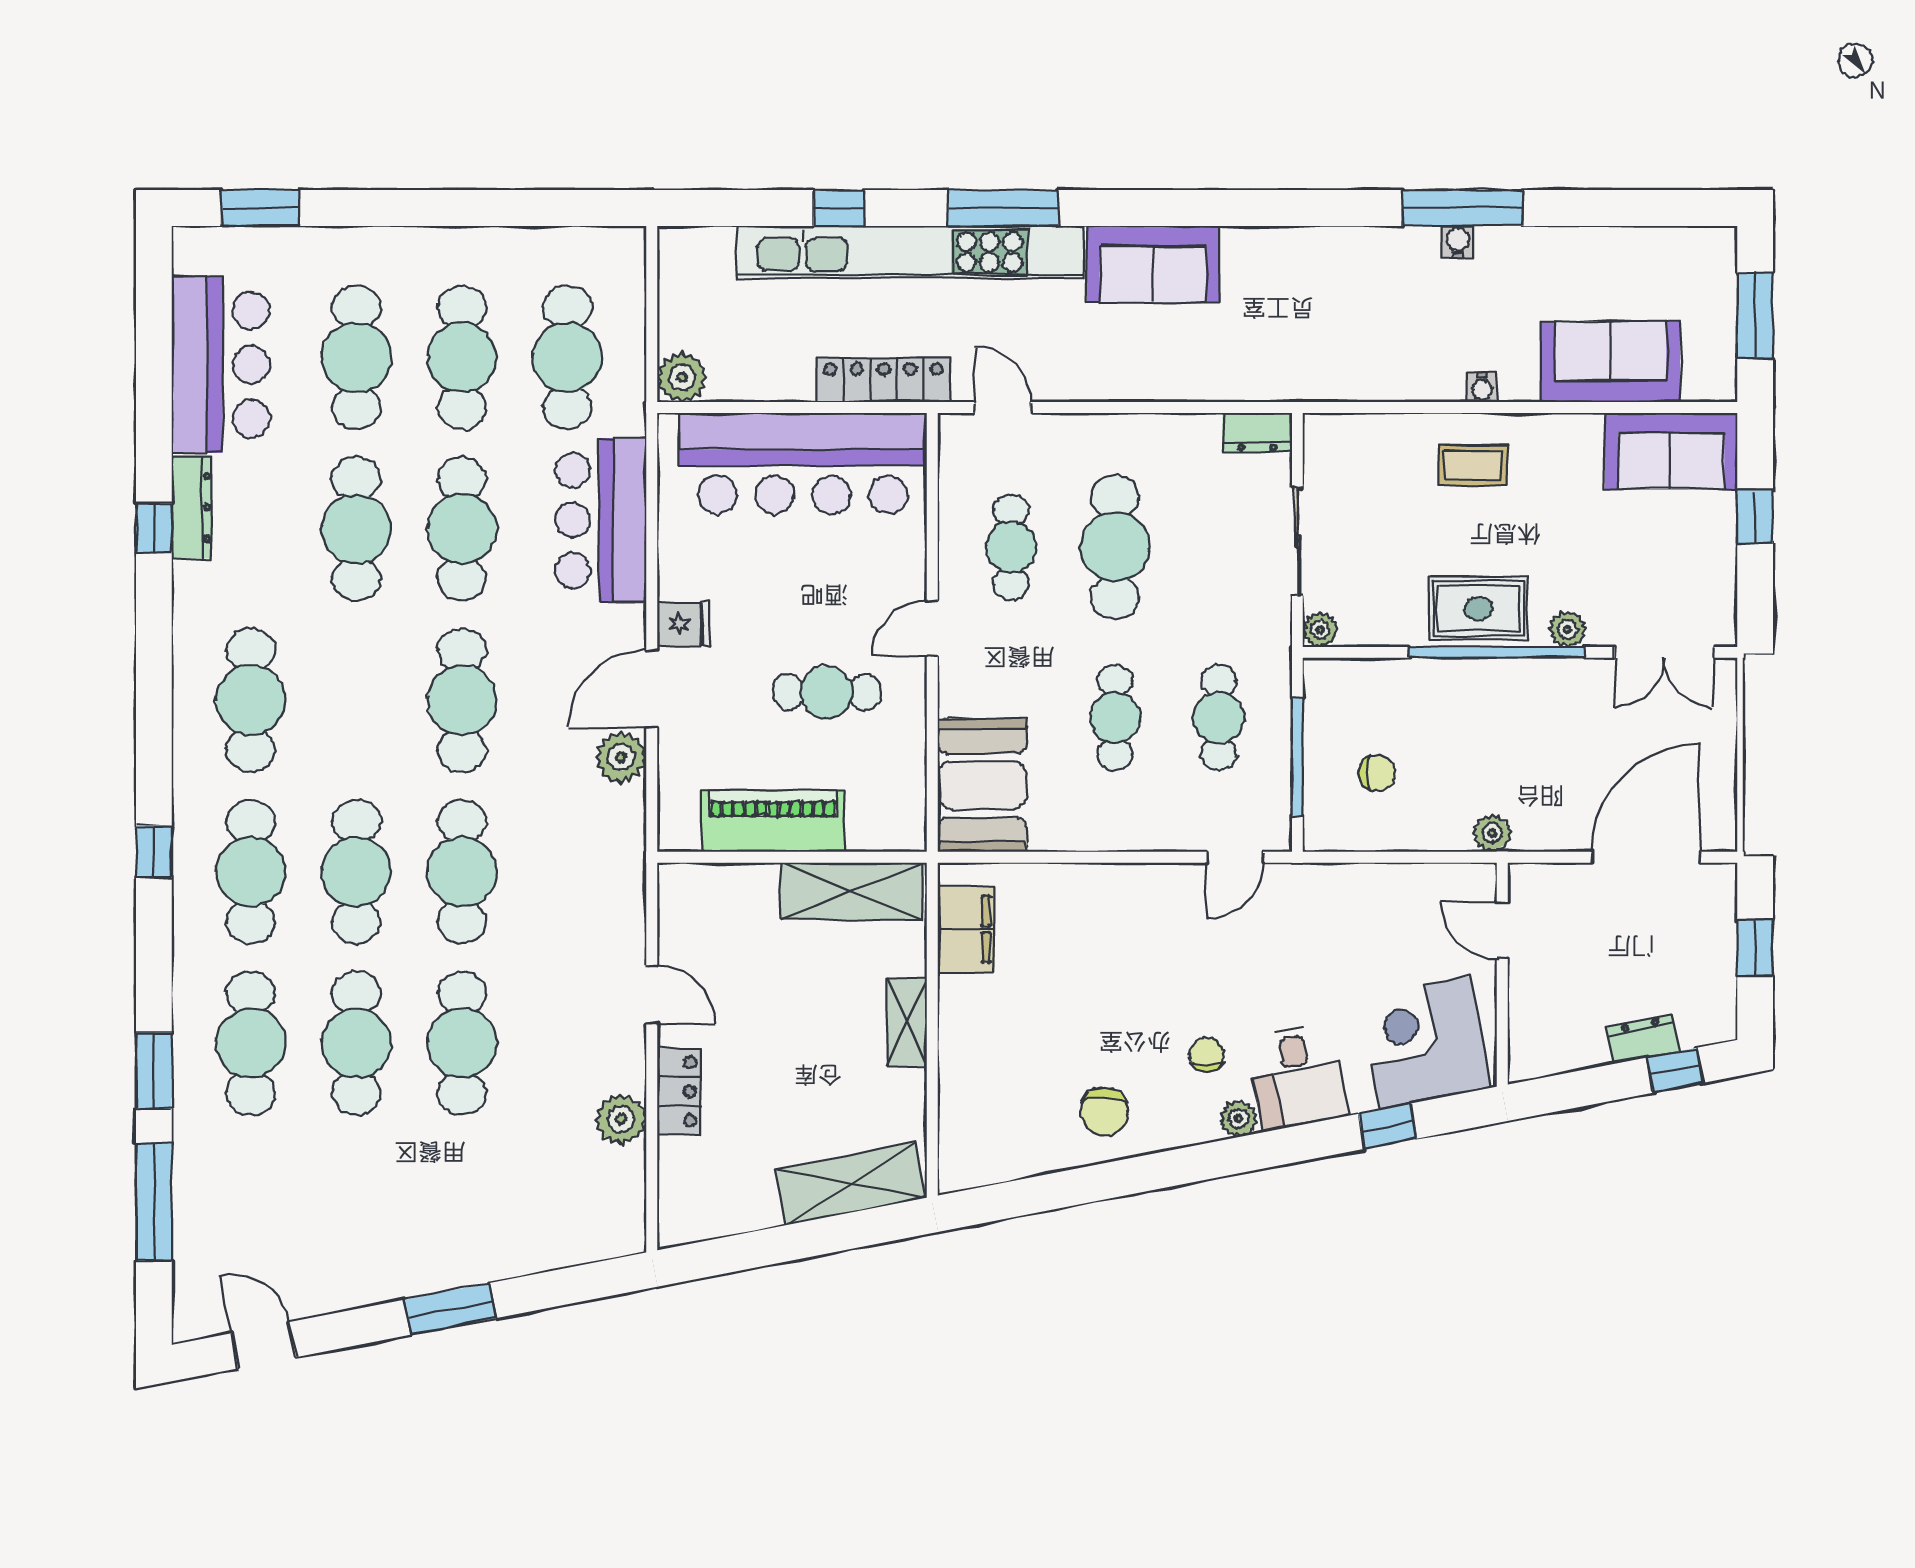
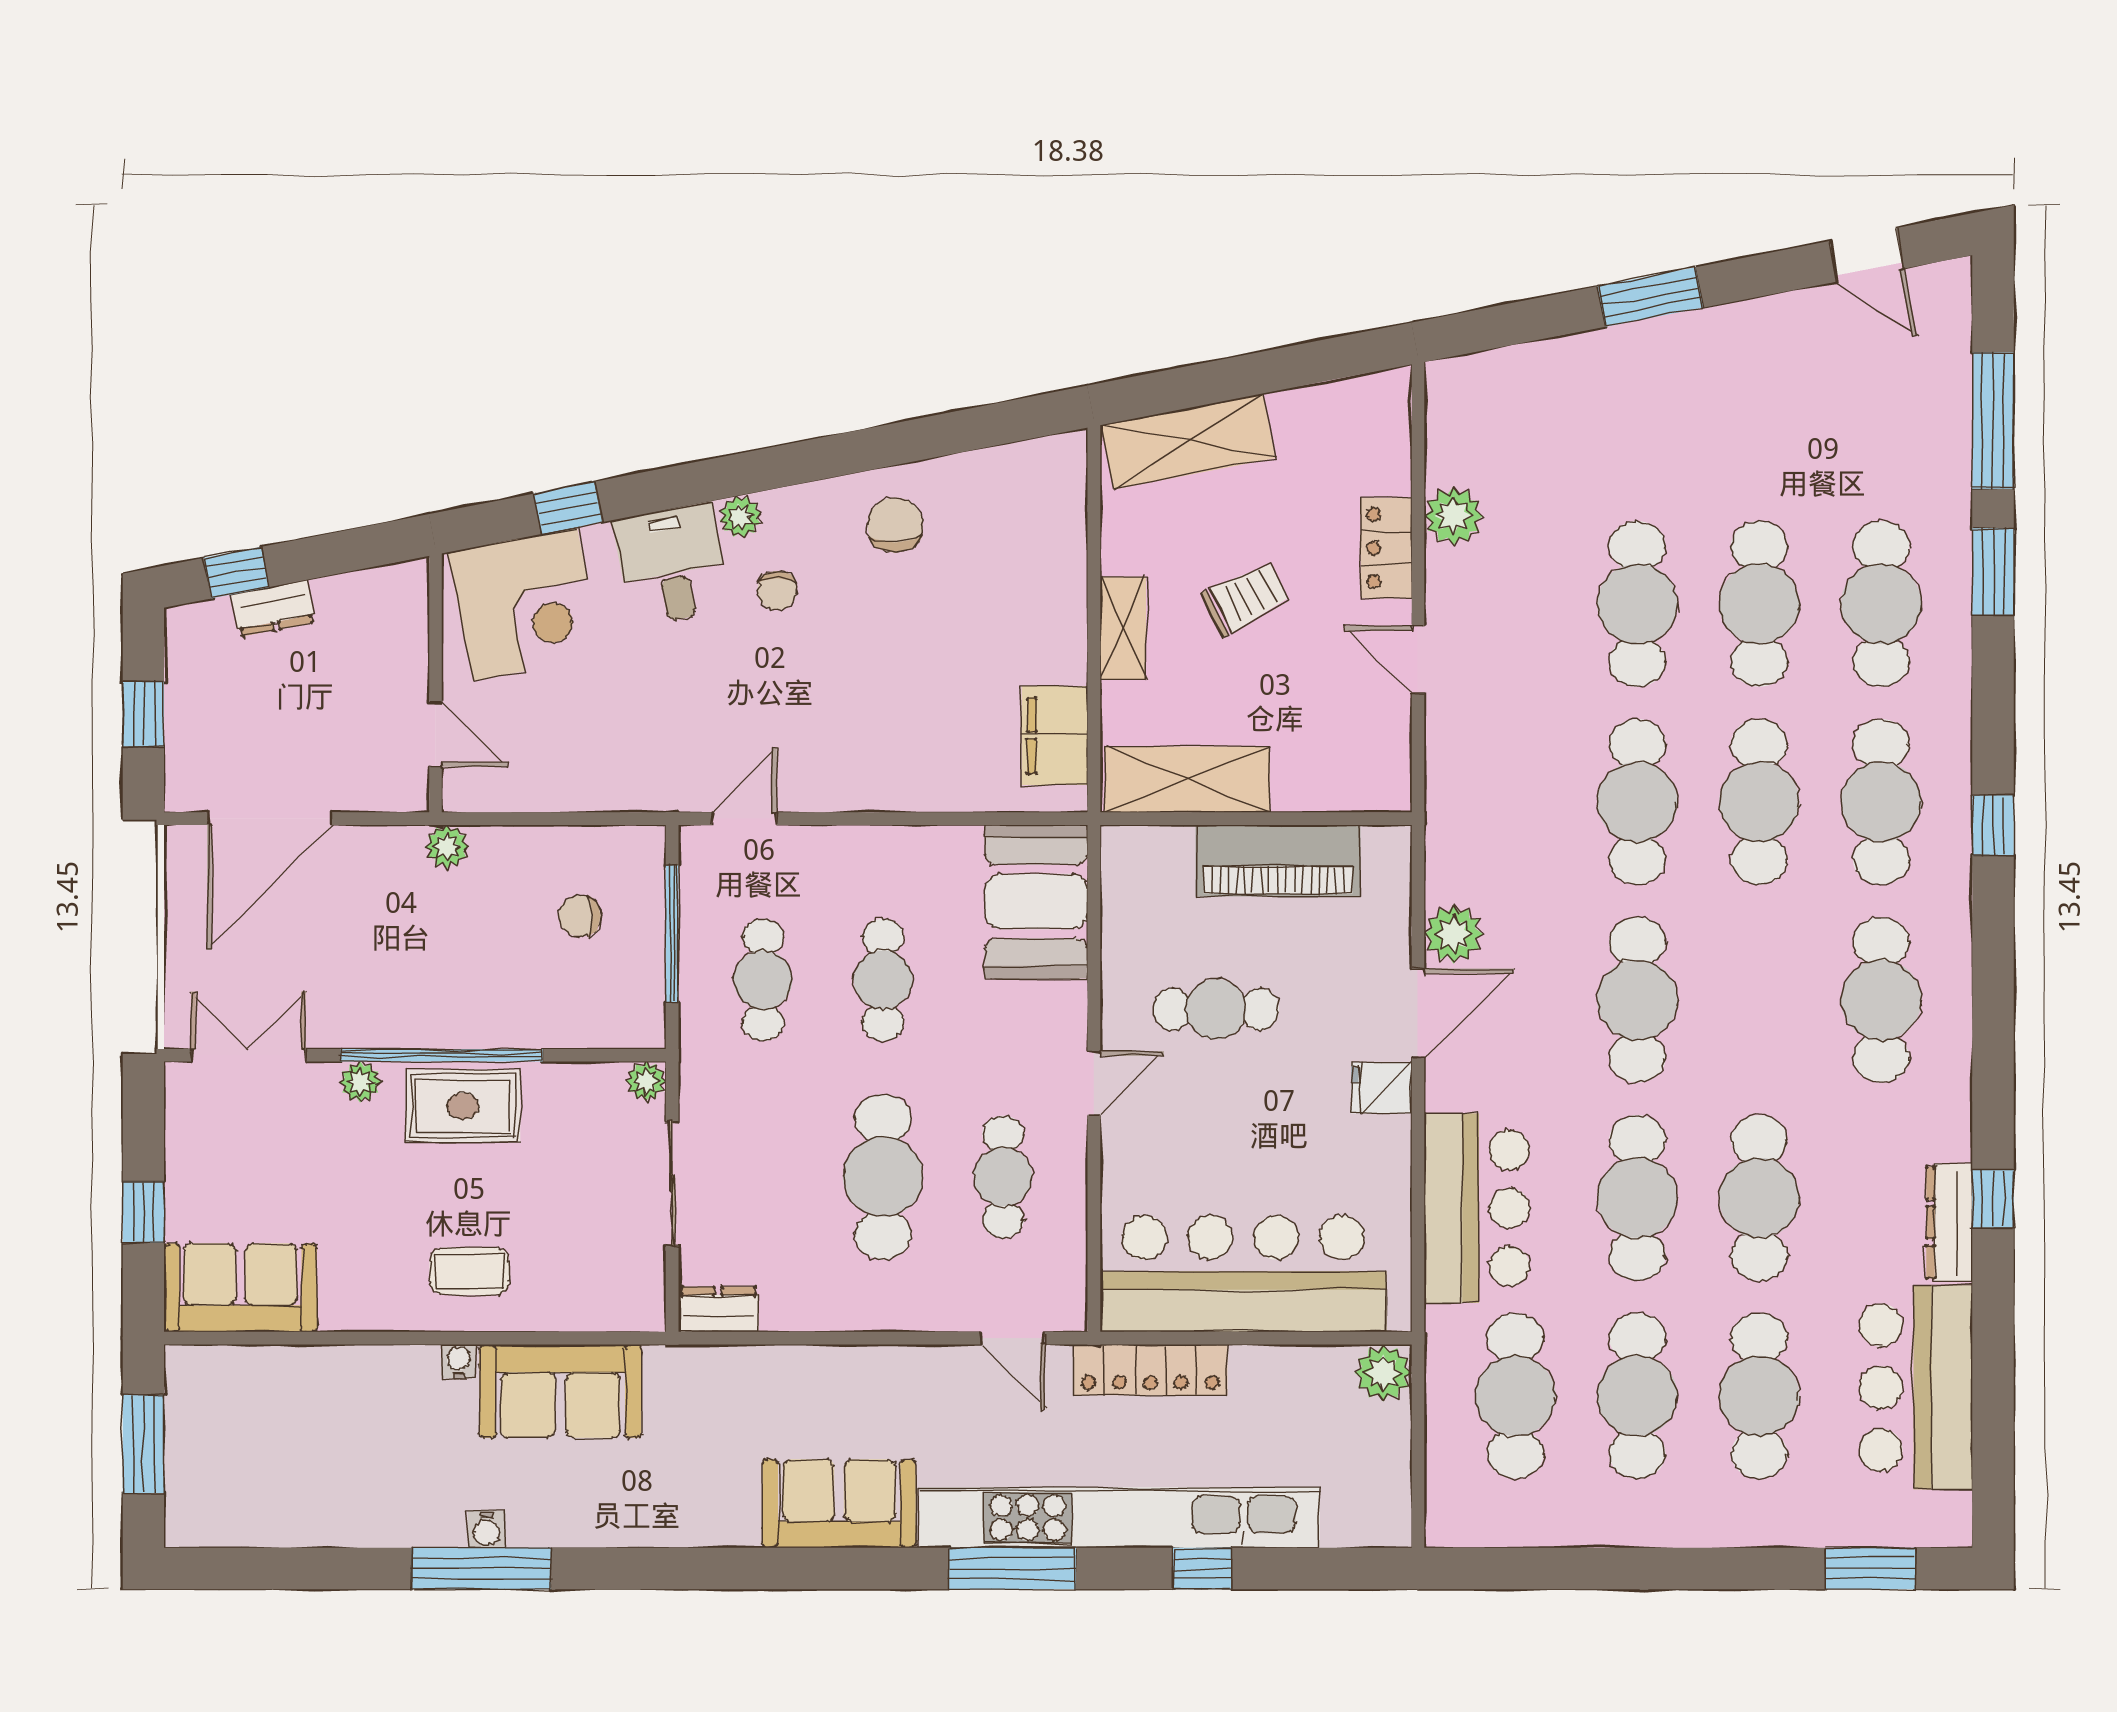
sofa: (1610, 362) -> (560, 1391), moved
trolley: (801, 1048) -> (1245, 598), added

